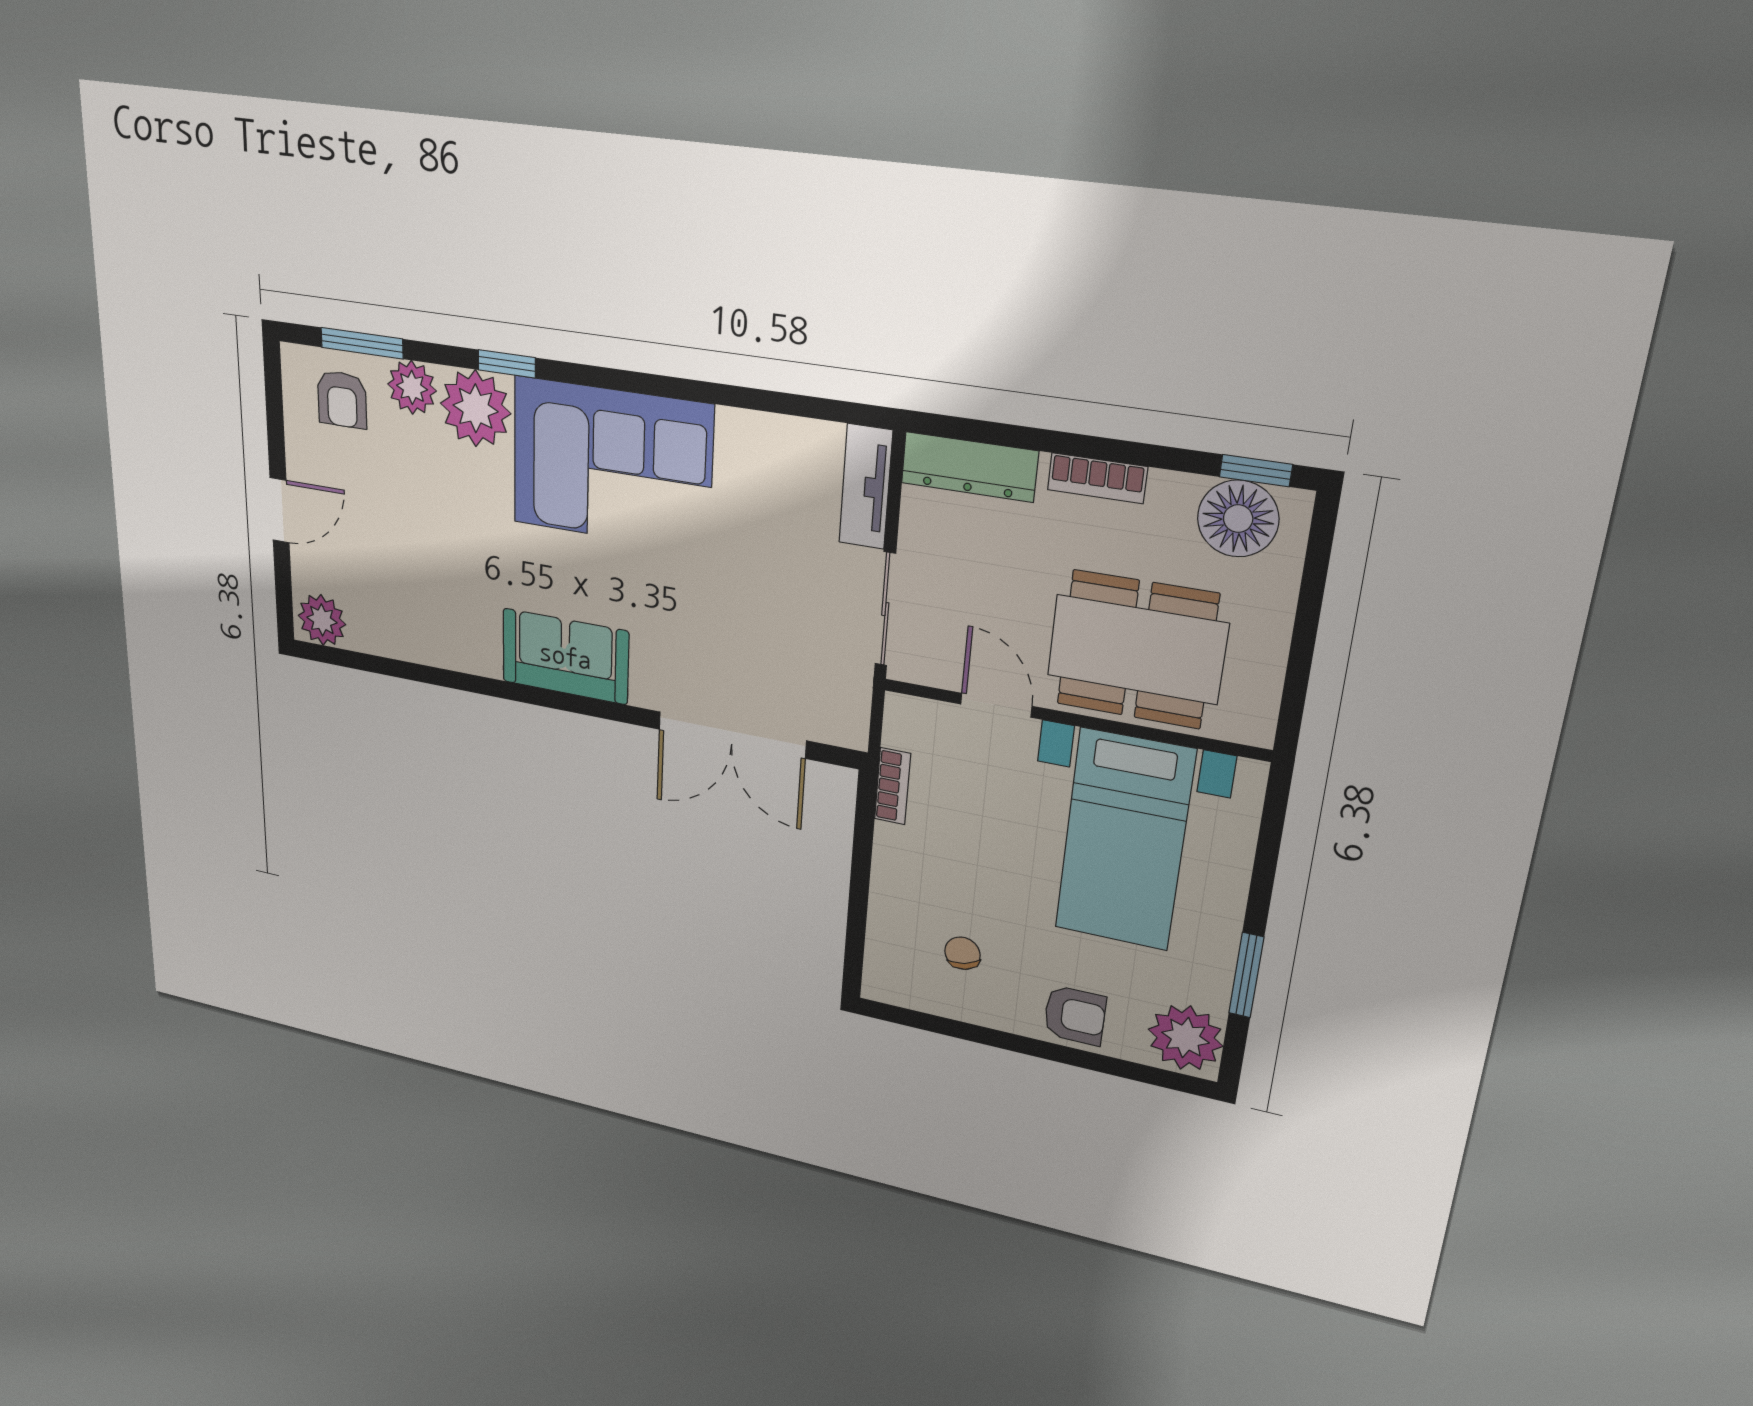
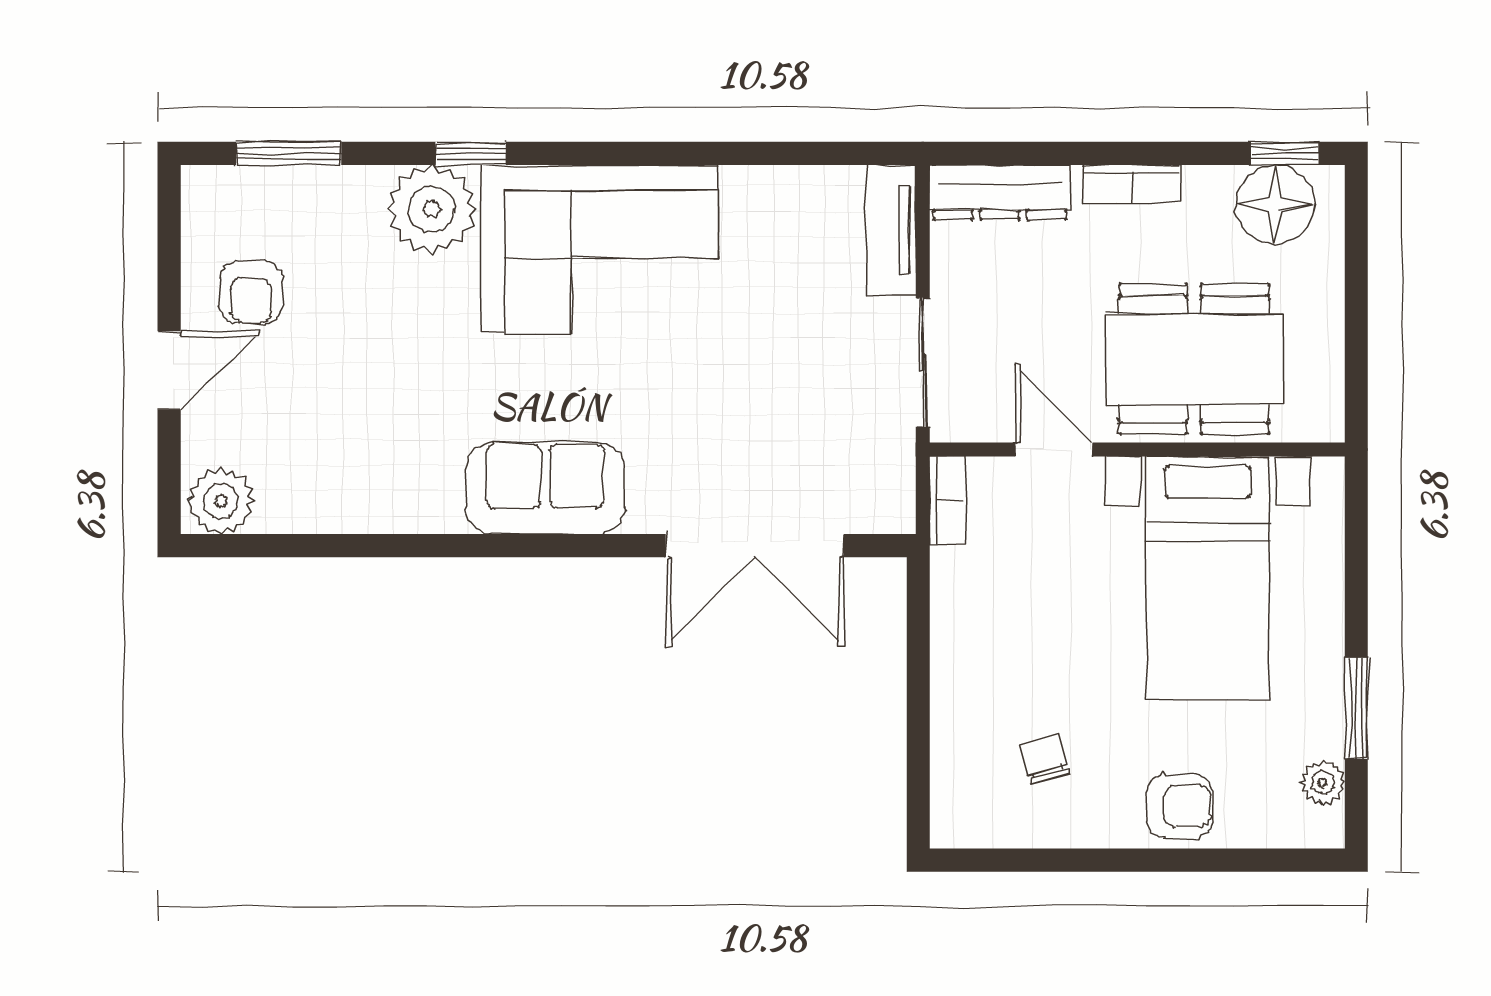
plant: (412, 387) -> (352, 196), removed
armchair: (342, 399) -> (251, 293), moved
bookcase: (893, 786) -> (947, 501), moved
plant: (1185, 1038) -> (1323, 783), width x0.53, depth x0.53

